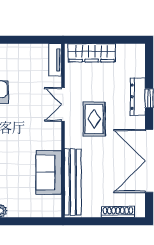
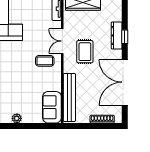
coffee table: (39, 132) -> (45, 61), added
sofa: (49, 172) -> (52, 107), moved

